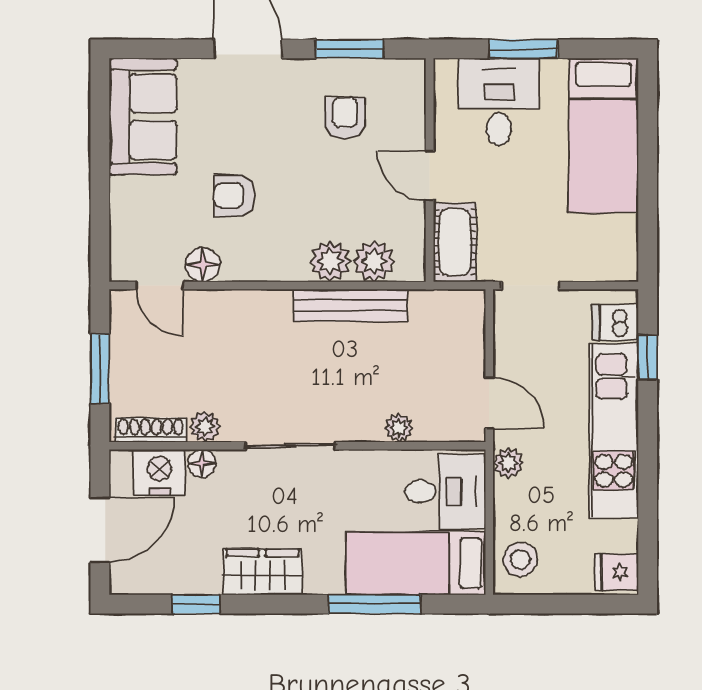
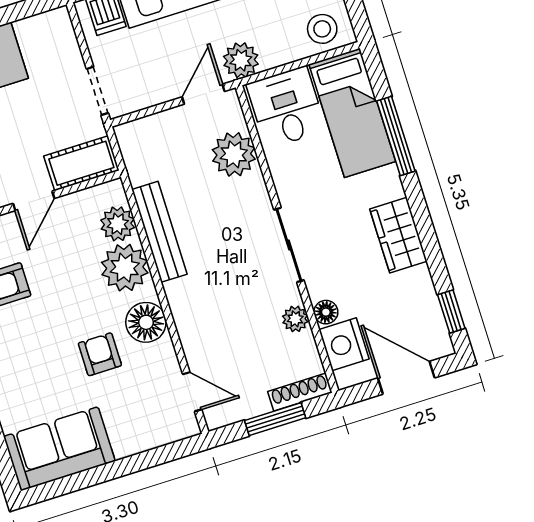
armchair: (234, 195) -> (100, 354), turned 180
plant: (330, 261) -> (125, 268), width x1.36, depth x1.36
floor lamp: (203, 265) -> (146, 322), moved, width x1.38, depth x1.38
door: (160, 286) -> (192, 392), hinge flipped
plant: (399, 428) -> (234, 154), width x1.88, depth x1.88
shoe rack: (151, 430) -> (300, 392), moved, turned 90
plant: (508, 463) -> (241, 60), width x1.38, depth x1.38
window: (196, 604) -> (451, 312), moved

